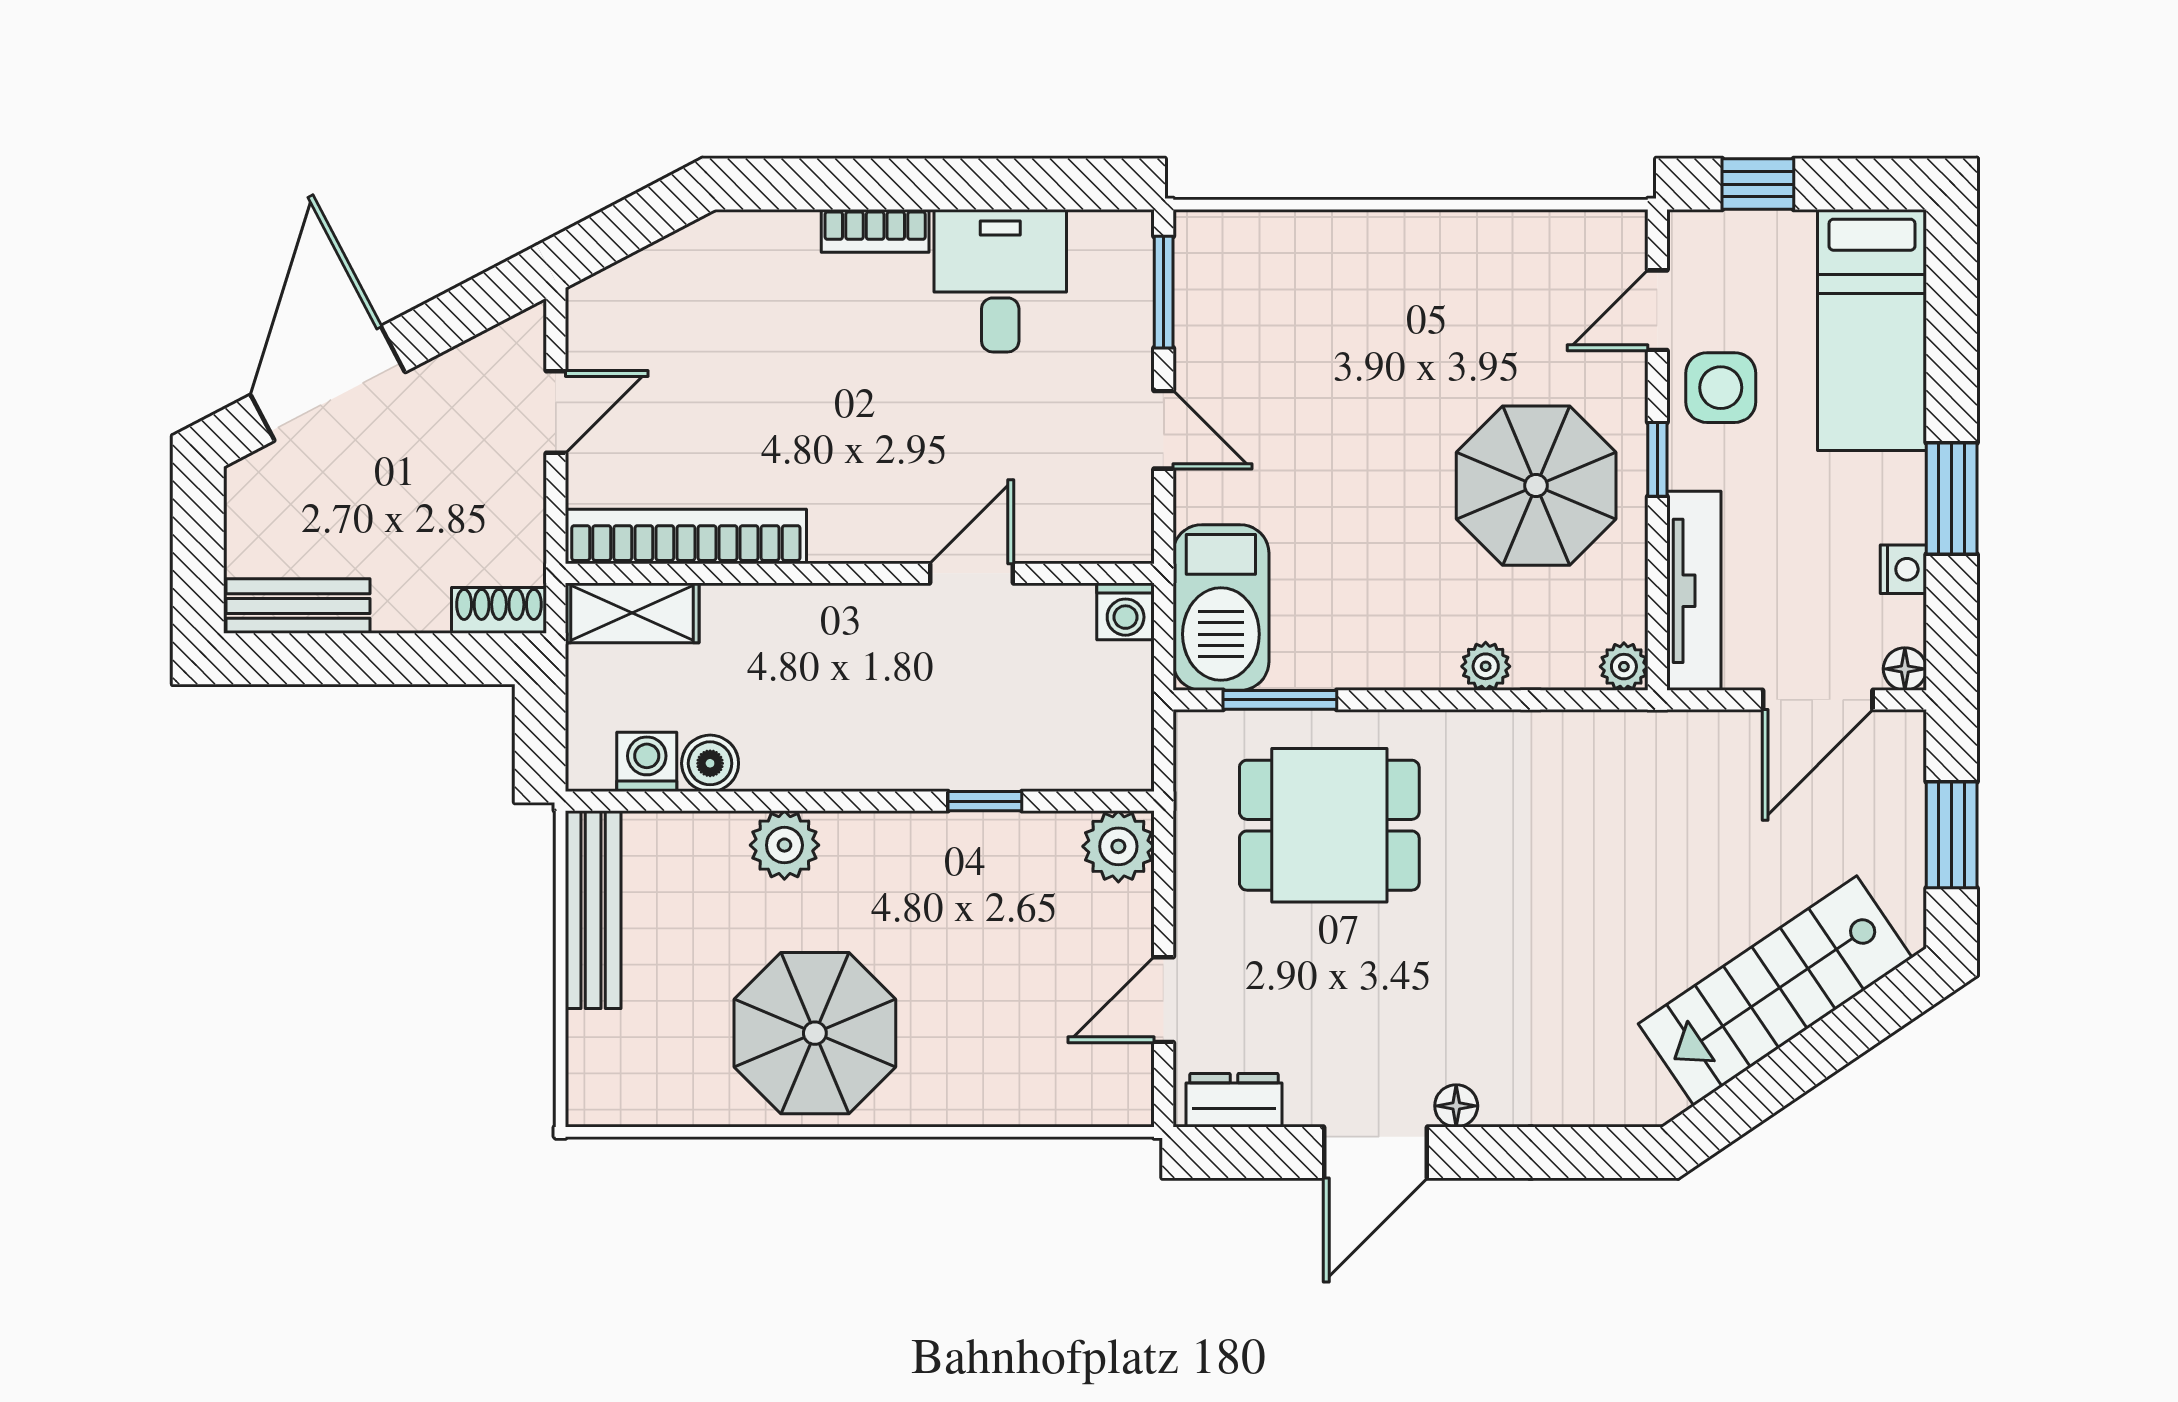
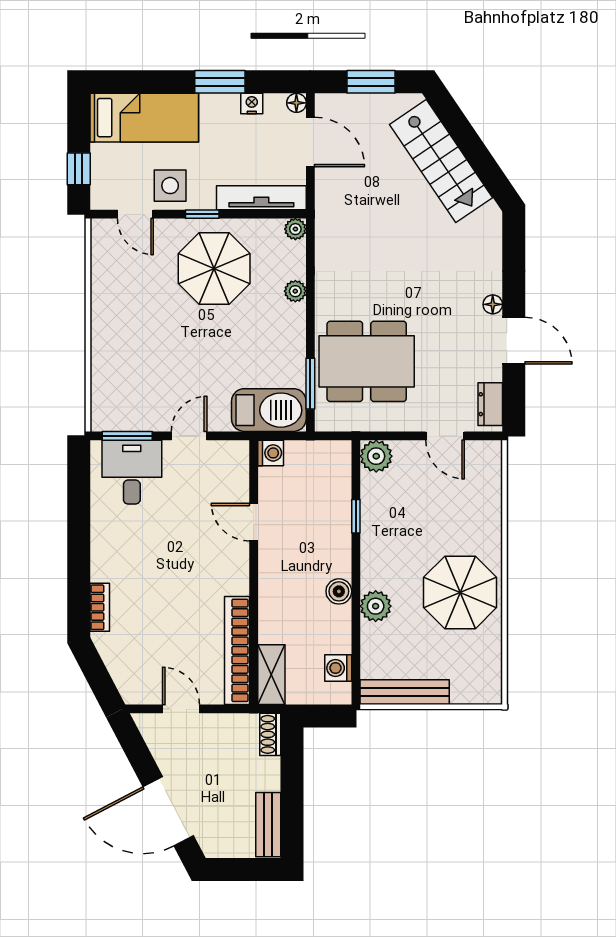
bookcase: (875, 231) -> (100, 607), moved
desk: (1000, 281) -> (132, 472), moved, turned 90
boiler: (710, 763) -> (339, 591), moved
dining table: (1329, 825) -> (367, 361), width x1.37

